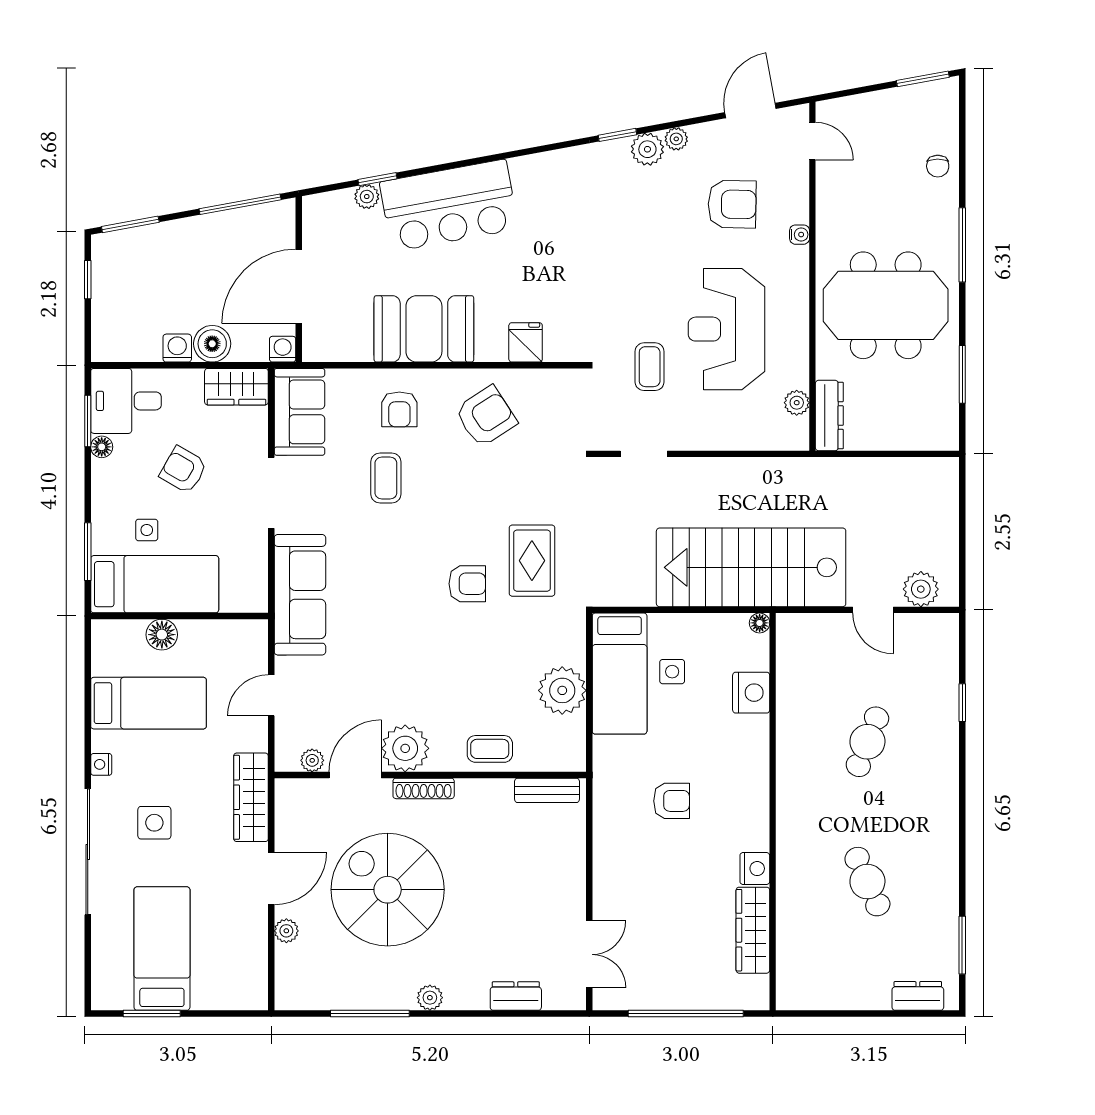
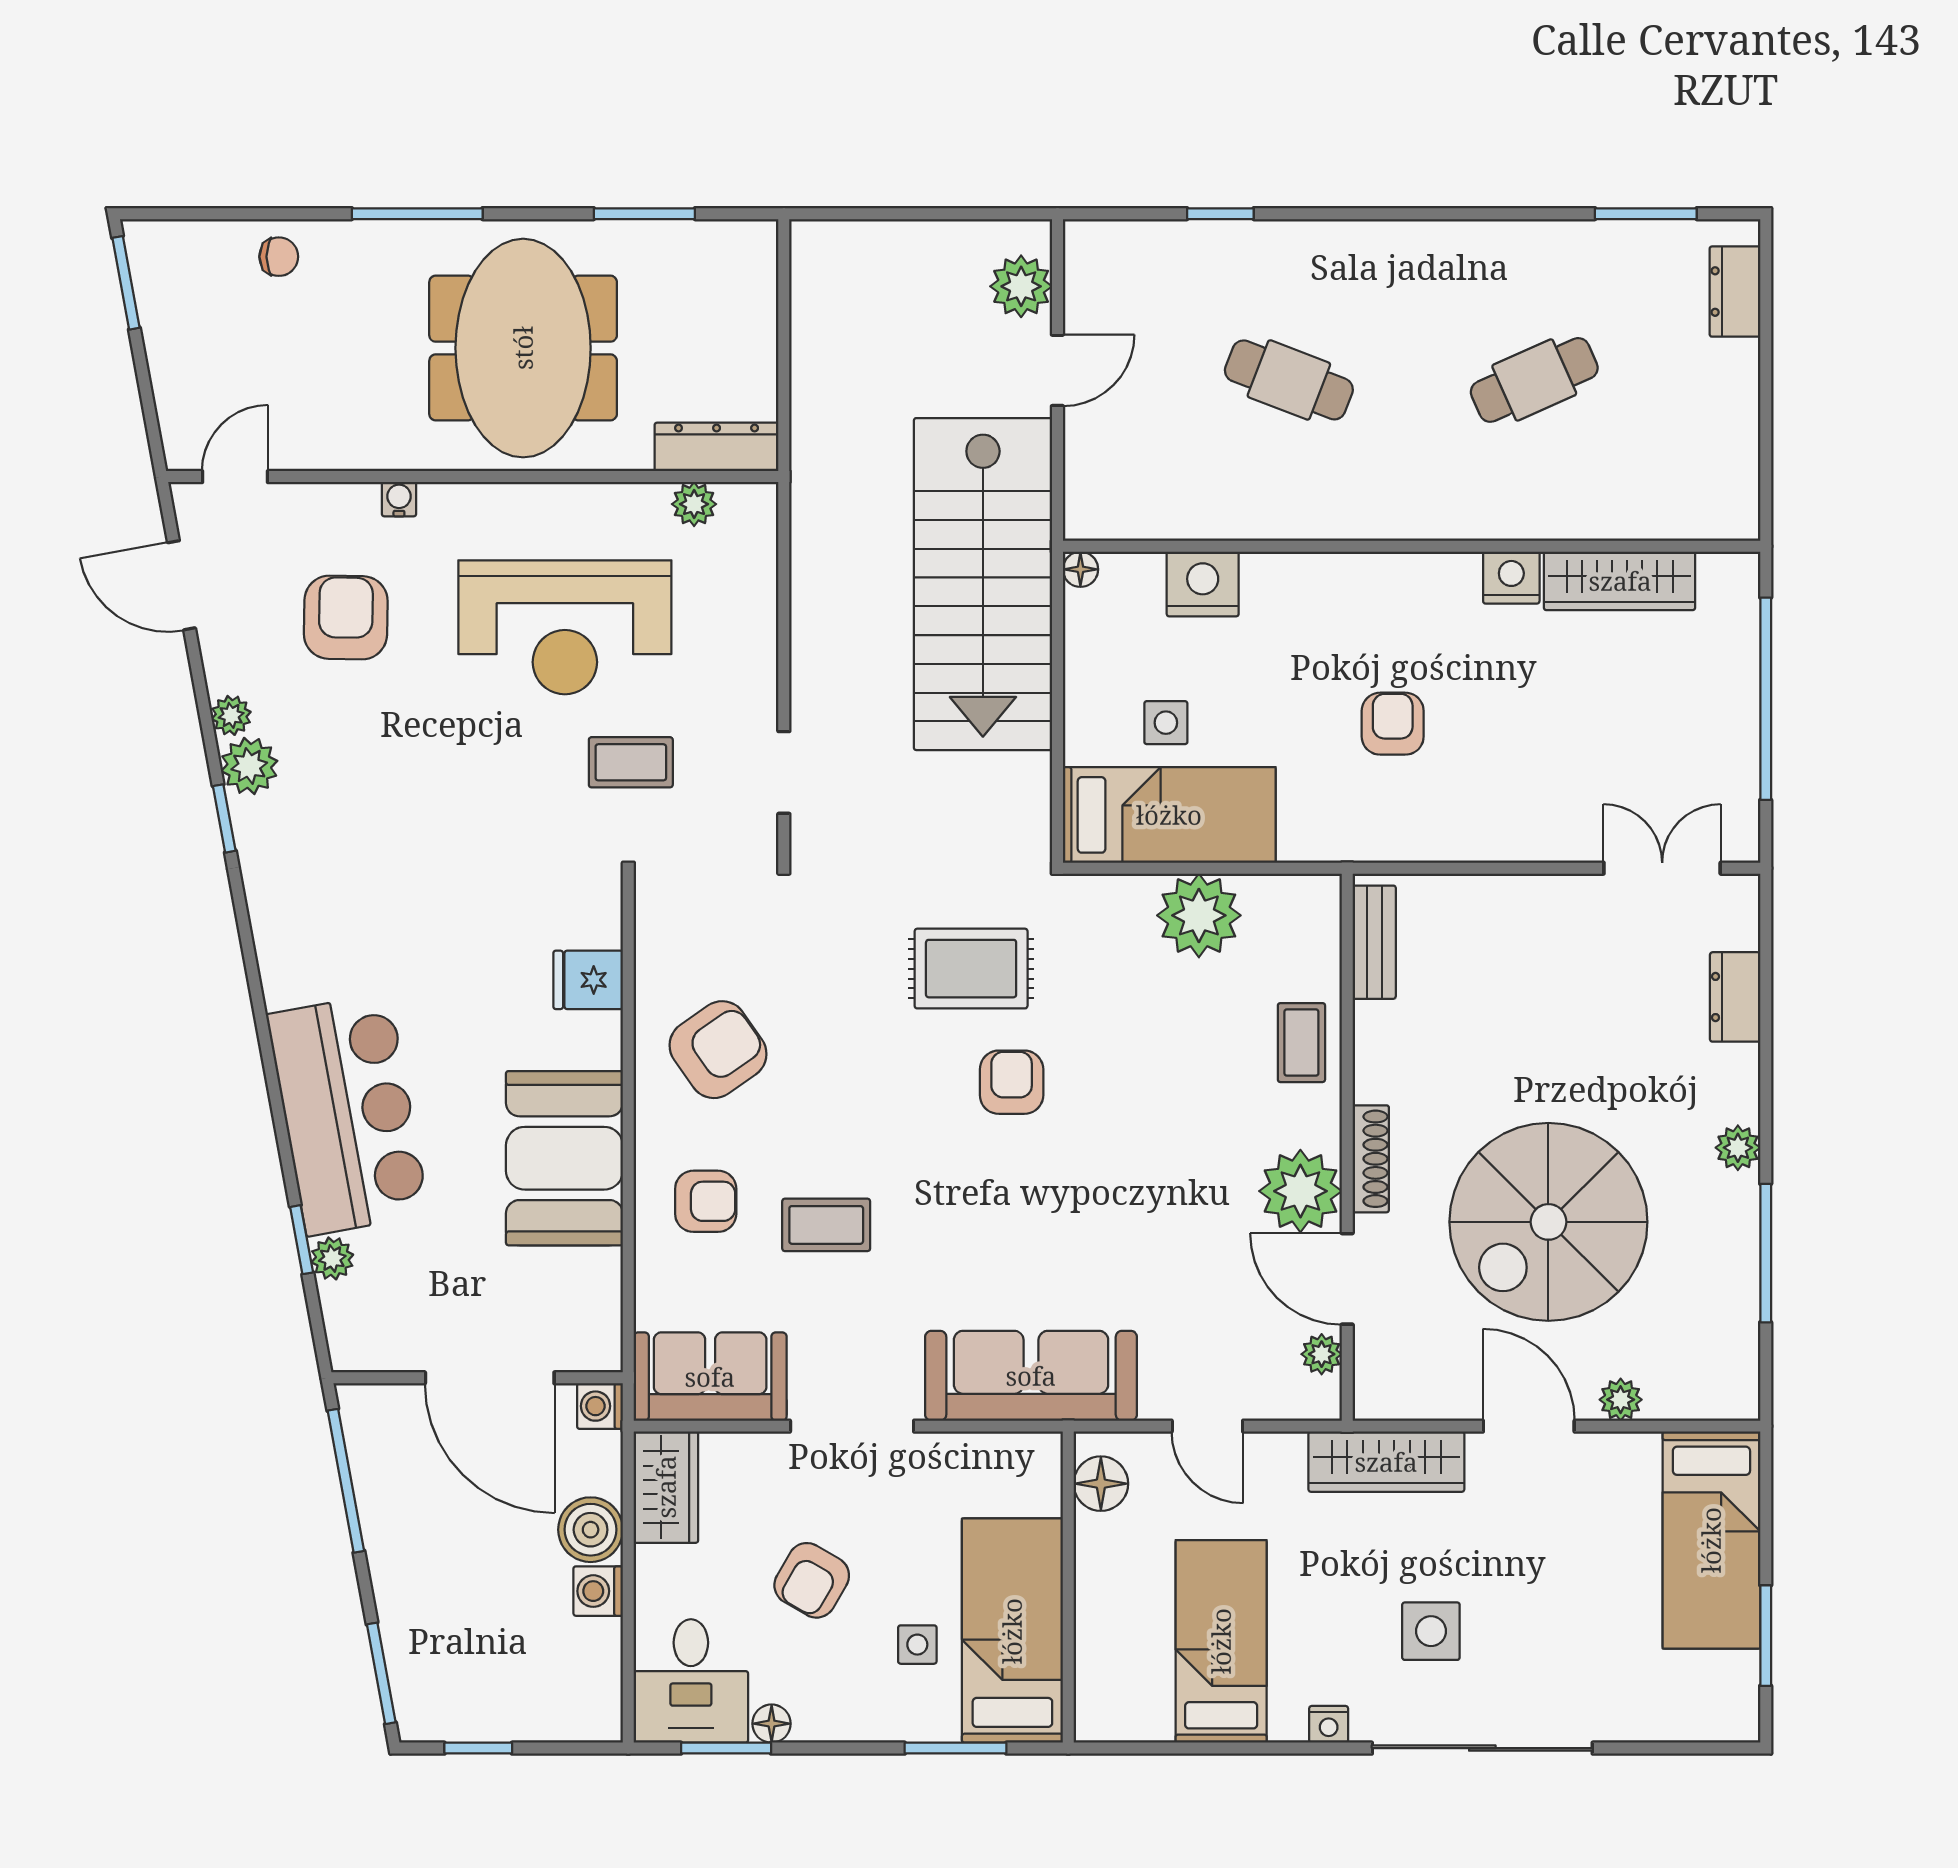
armchair: (486, 416) -> (718, 1050), turned 88
floor lamp: (162, 635) -> (1101, 1484), moved
bed: (162, 949) -> (1711, 1540), moved, turned -90

